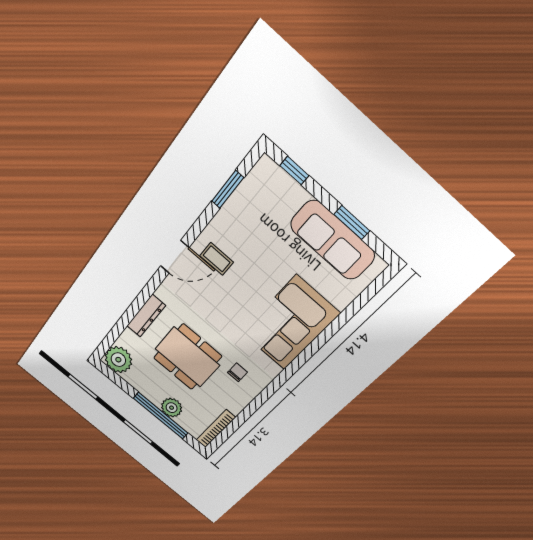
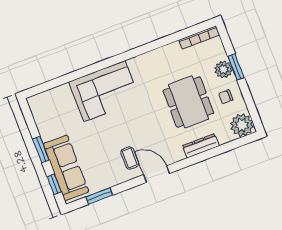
window: (352, 223) -> (41, 149), moved
sofa: (332, 240) -> (66, 168), moved
chair: (237, 372) -> (226, 97), moved
window: (161, 416) -> (236, 67), width x0.47

